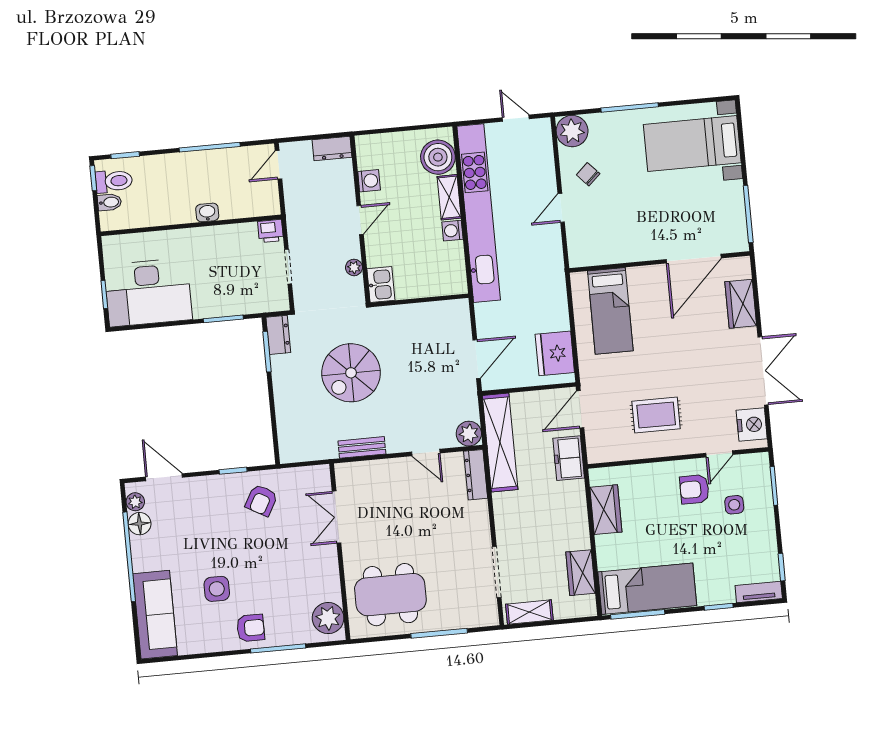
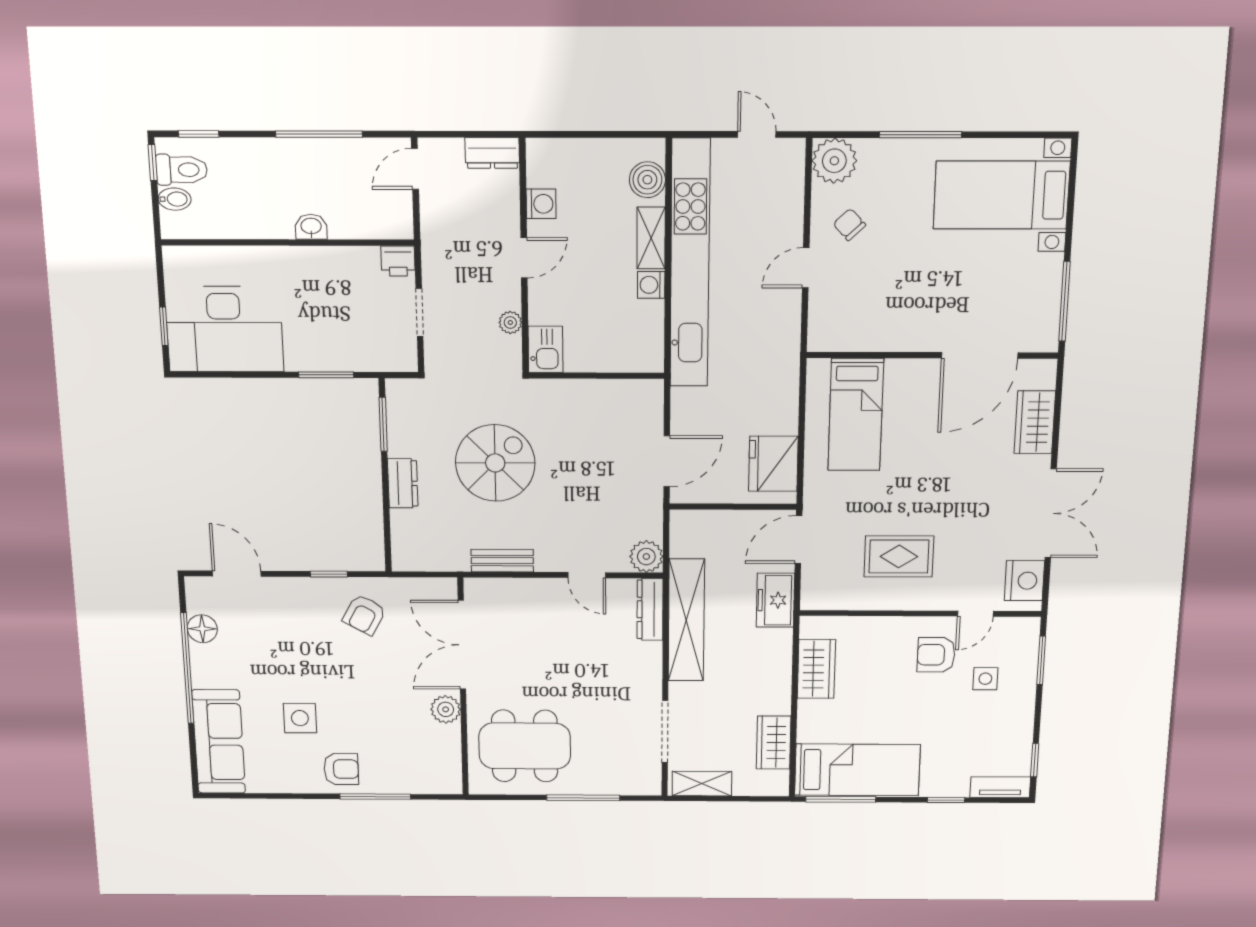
boiler: (438, 157) -> (647, 180), width x0.73, depth x0.73
dresser: (278, 335) -> (403, 483), moved
spiral stairs: (351, 373) -> (495, 463), turned 180
shelving: (500, 443) -> (686, 620), moved
plant: (135, 502) -> (198, 601), removed
double door: (337, 517) -> (462, 645), width x1.37
plant: (328, 618) -> (446, 709), moved, width x0.73, depth x0.73

